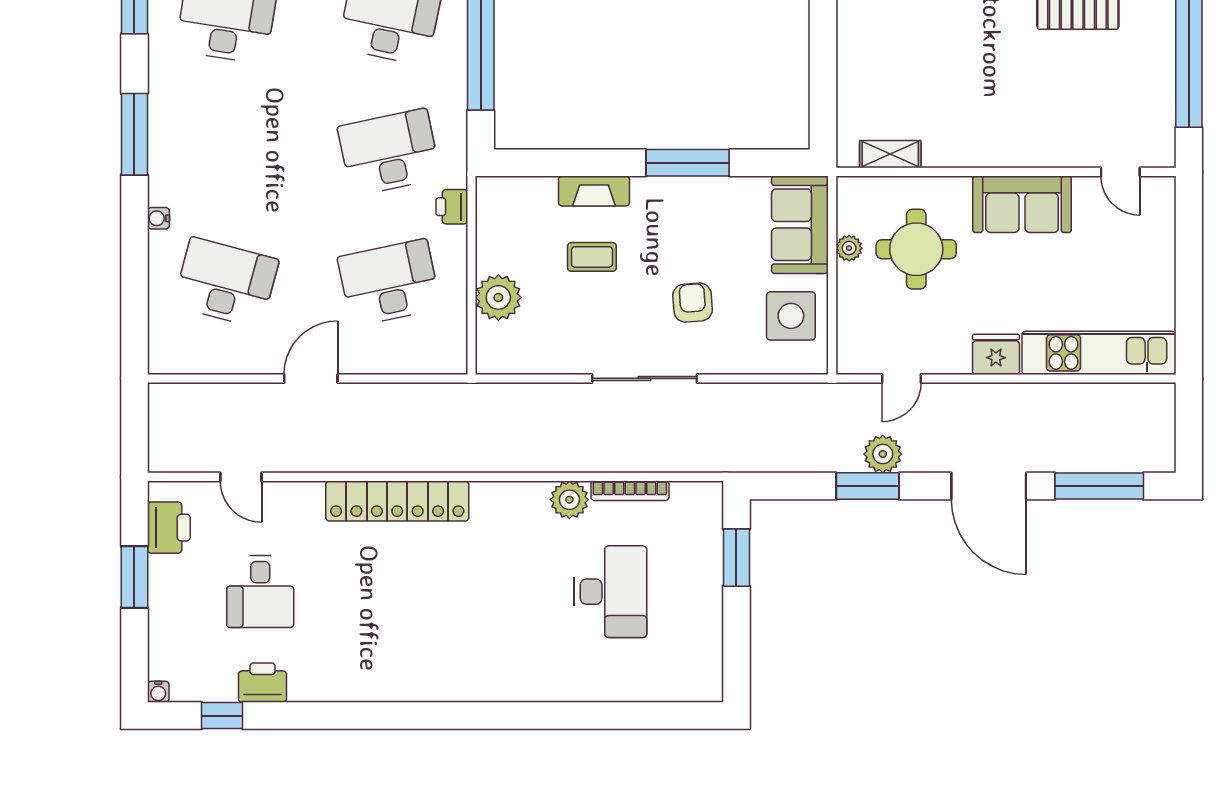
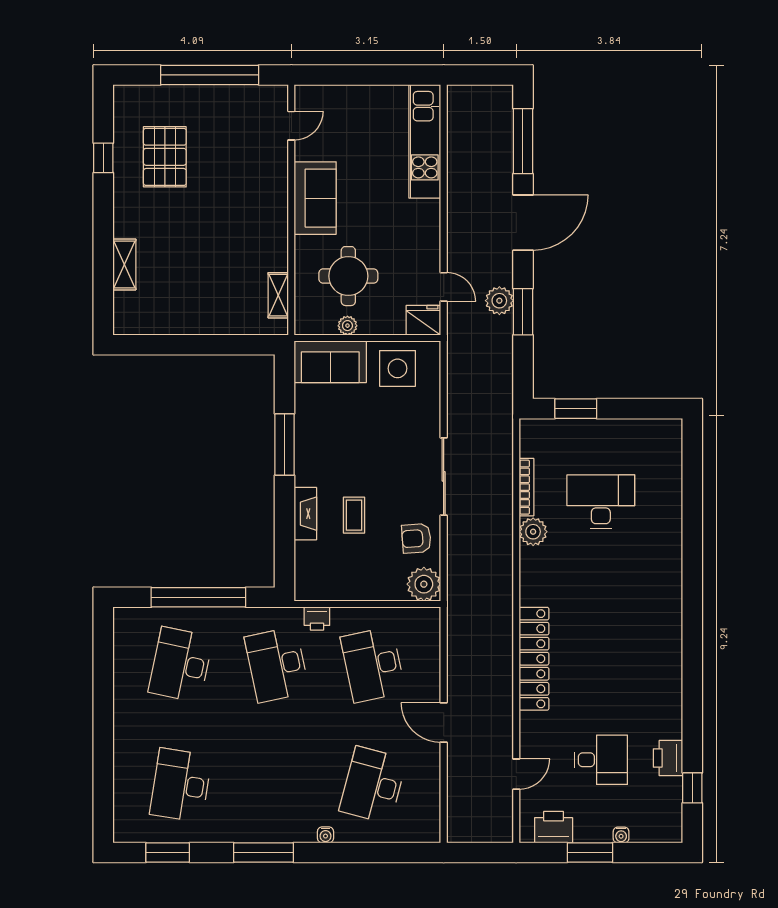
plant: (498, 297) -> (424, 584), moved
armchair: (693, 303) -> (416, 538), moved
fridge: (996, 354) -> (423, 320), moved, turned 90
water cooler: (158, 692) -> (621, 835), moved, turned 90

